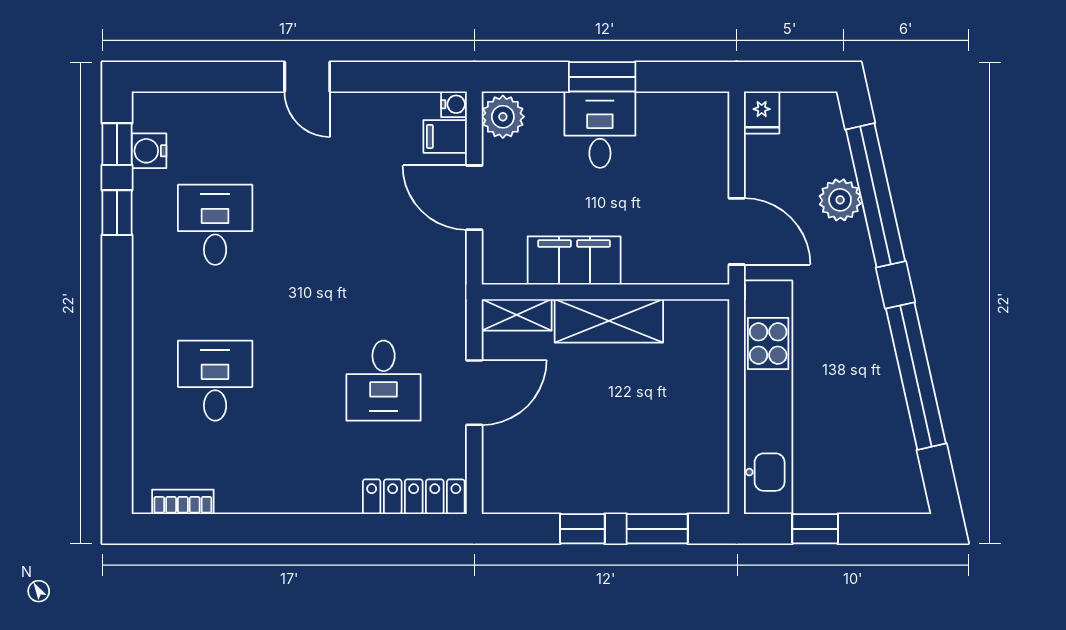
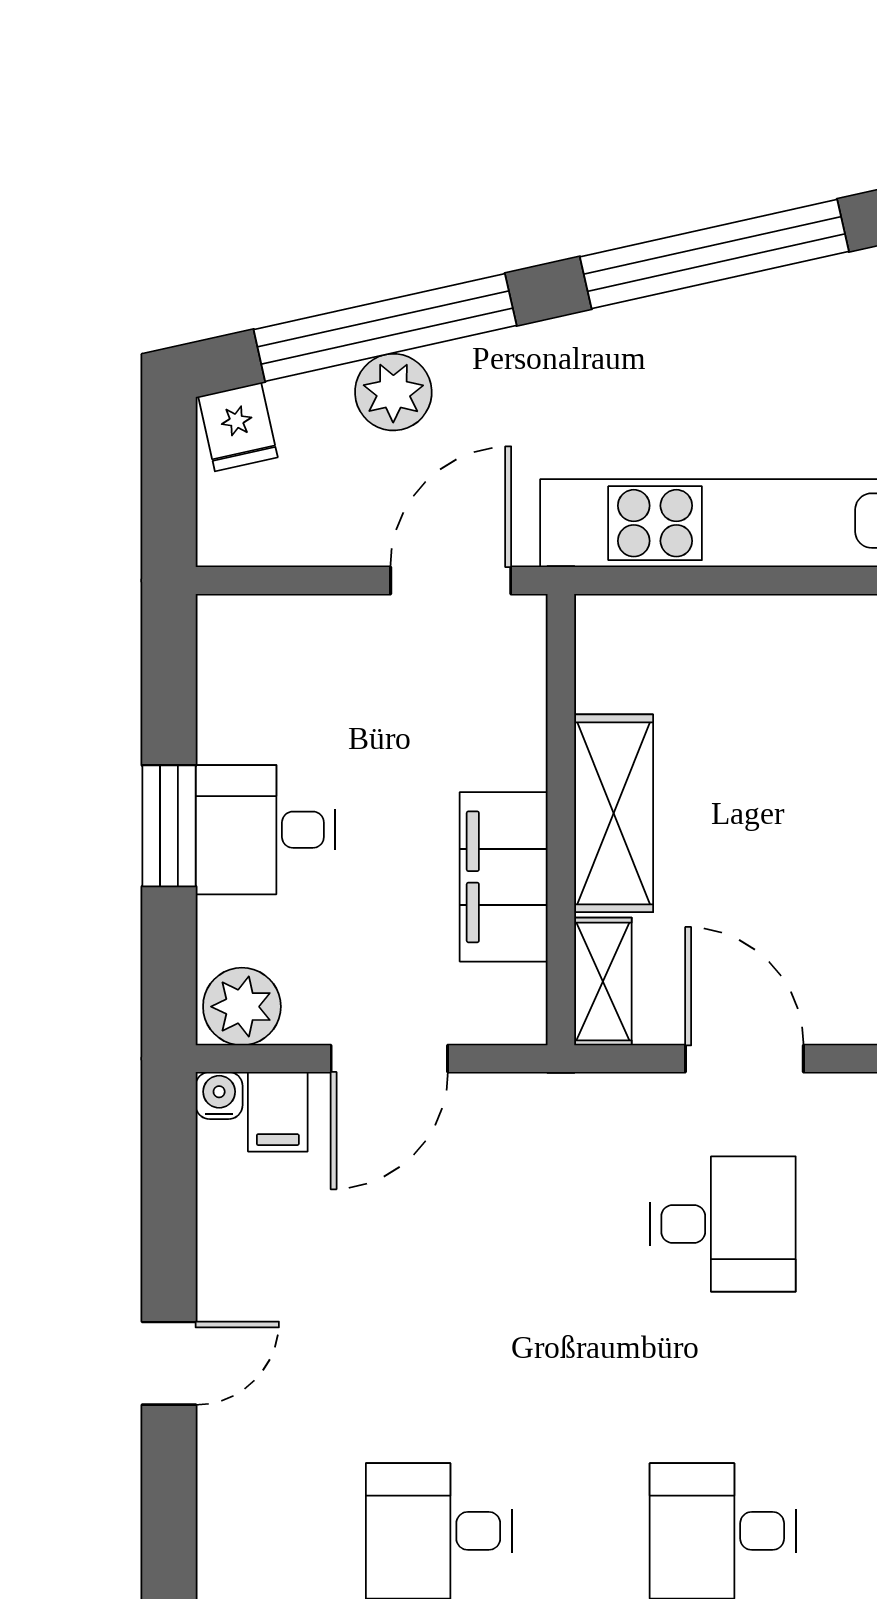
fridge: (762, 112) -> (238, 427), moved, turned 77

